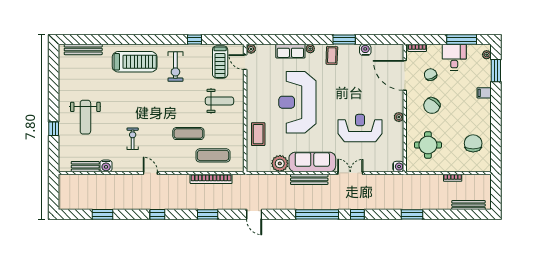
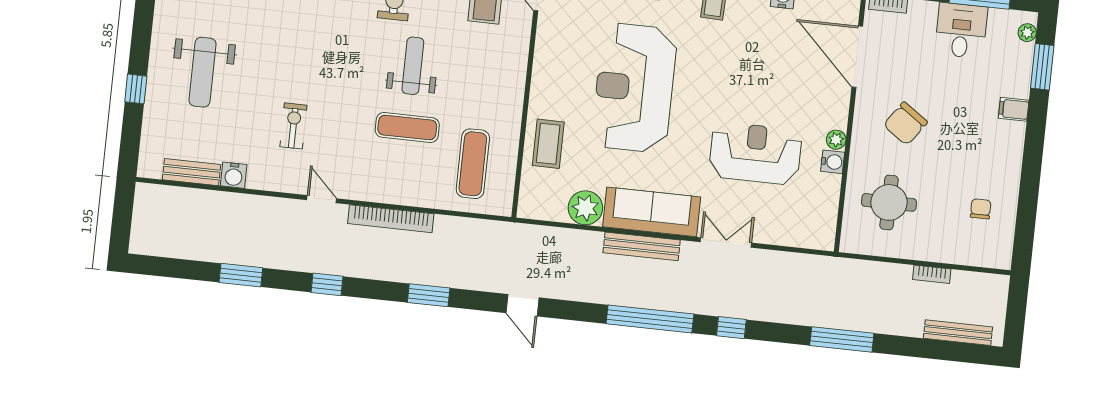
chair: (431, 75) -> (909, 61), removed
weight bench: (219, 101) -> (413, 66), moved, turned -90
chair: (473, 143) -> (981, 209), width x0.54, depth x0.54
exercise mat: (213, 155) -> (473, 164), moved, turned 90
water cooler: (398, 167) -> (833, 162), moved
bookcase: (211, 179) -> (391, 219), moved
window: (102, 214) -> (241, 275), moved
window: (412, 214) -> (842, 339), width x1.44

